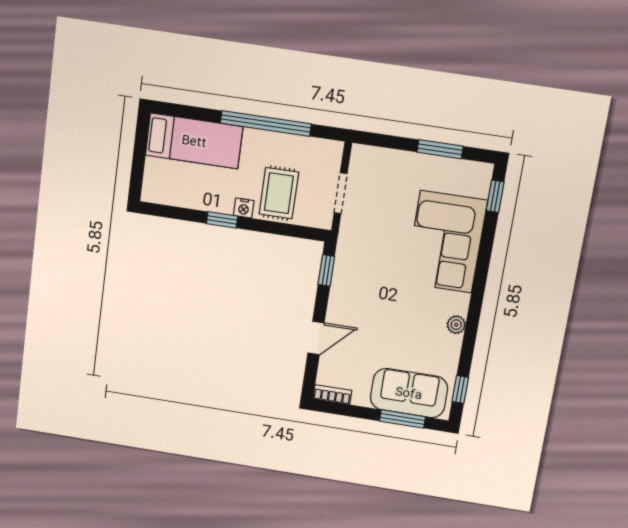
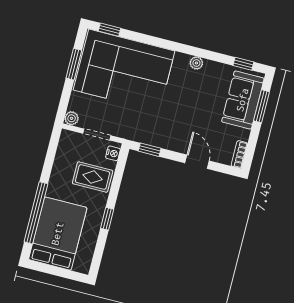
window: (266, 123) -> (36, 213), moved
bed: (194, 141) -> (58, 234), width x1.50
plant: (361, 154) -> (72, 118), added
nightstand: (244, 208) -> (113, 153), moved
corner sofa: (446, 242) -> (124, 70), width x1.36, depth x1.36

